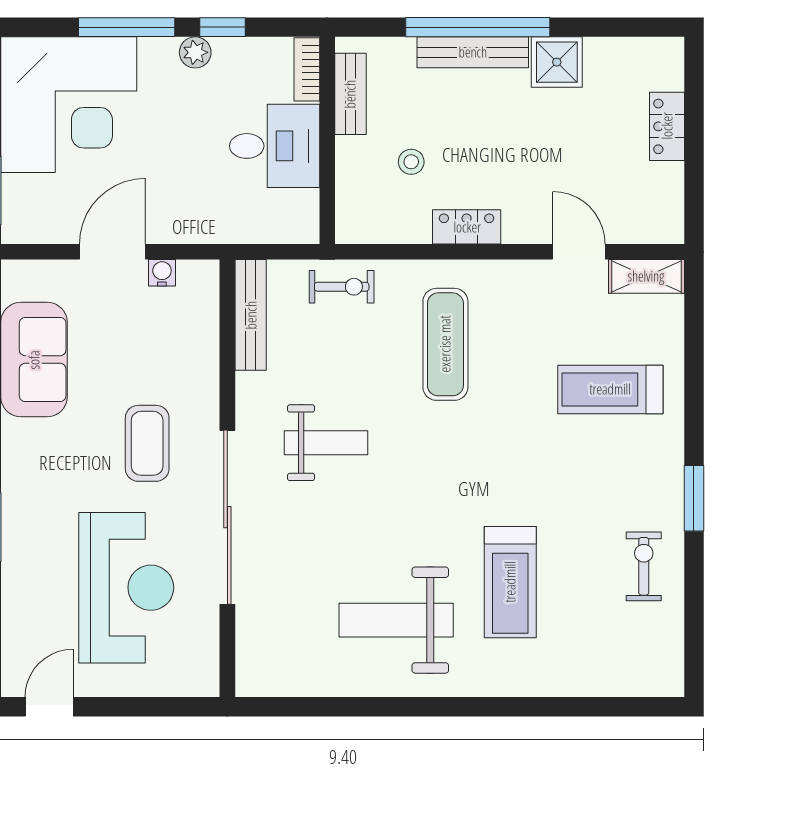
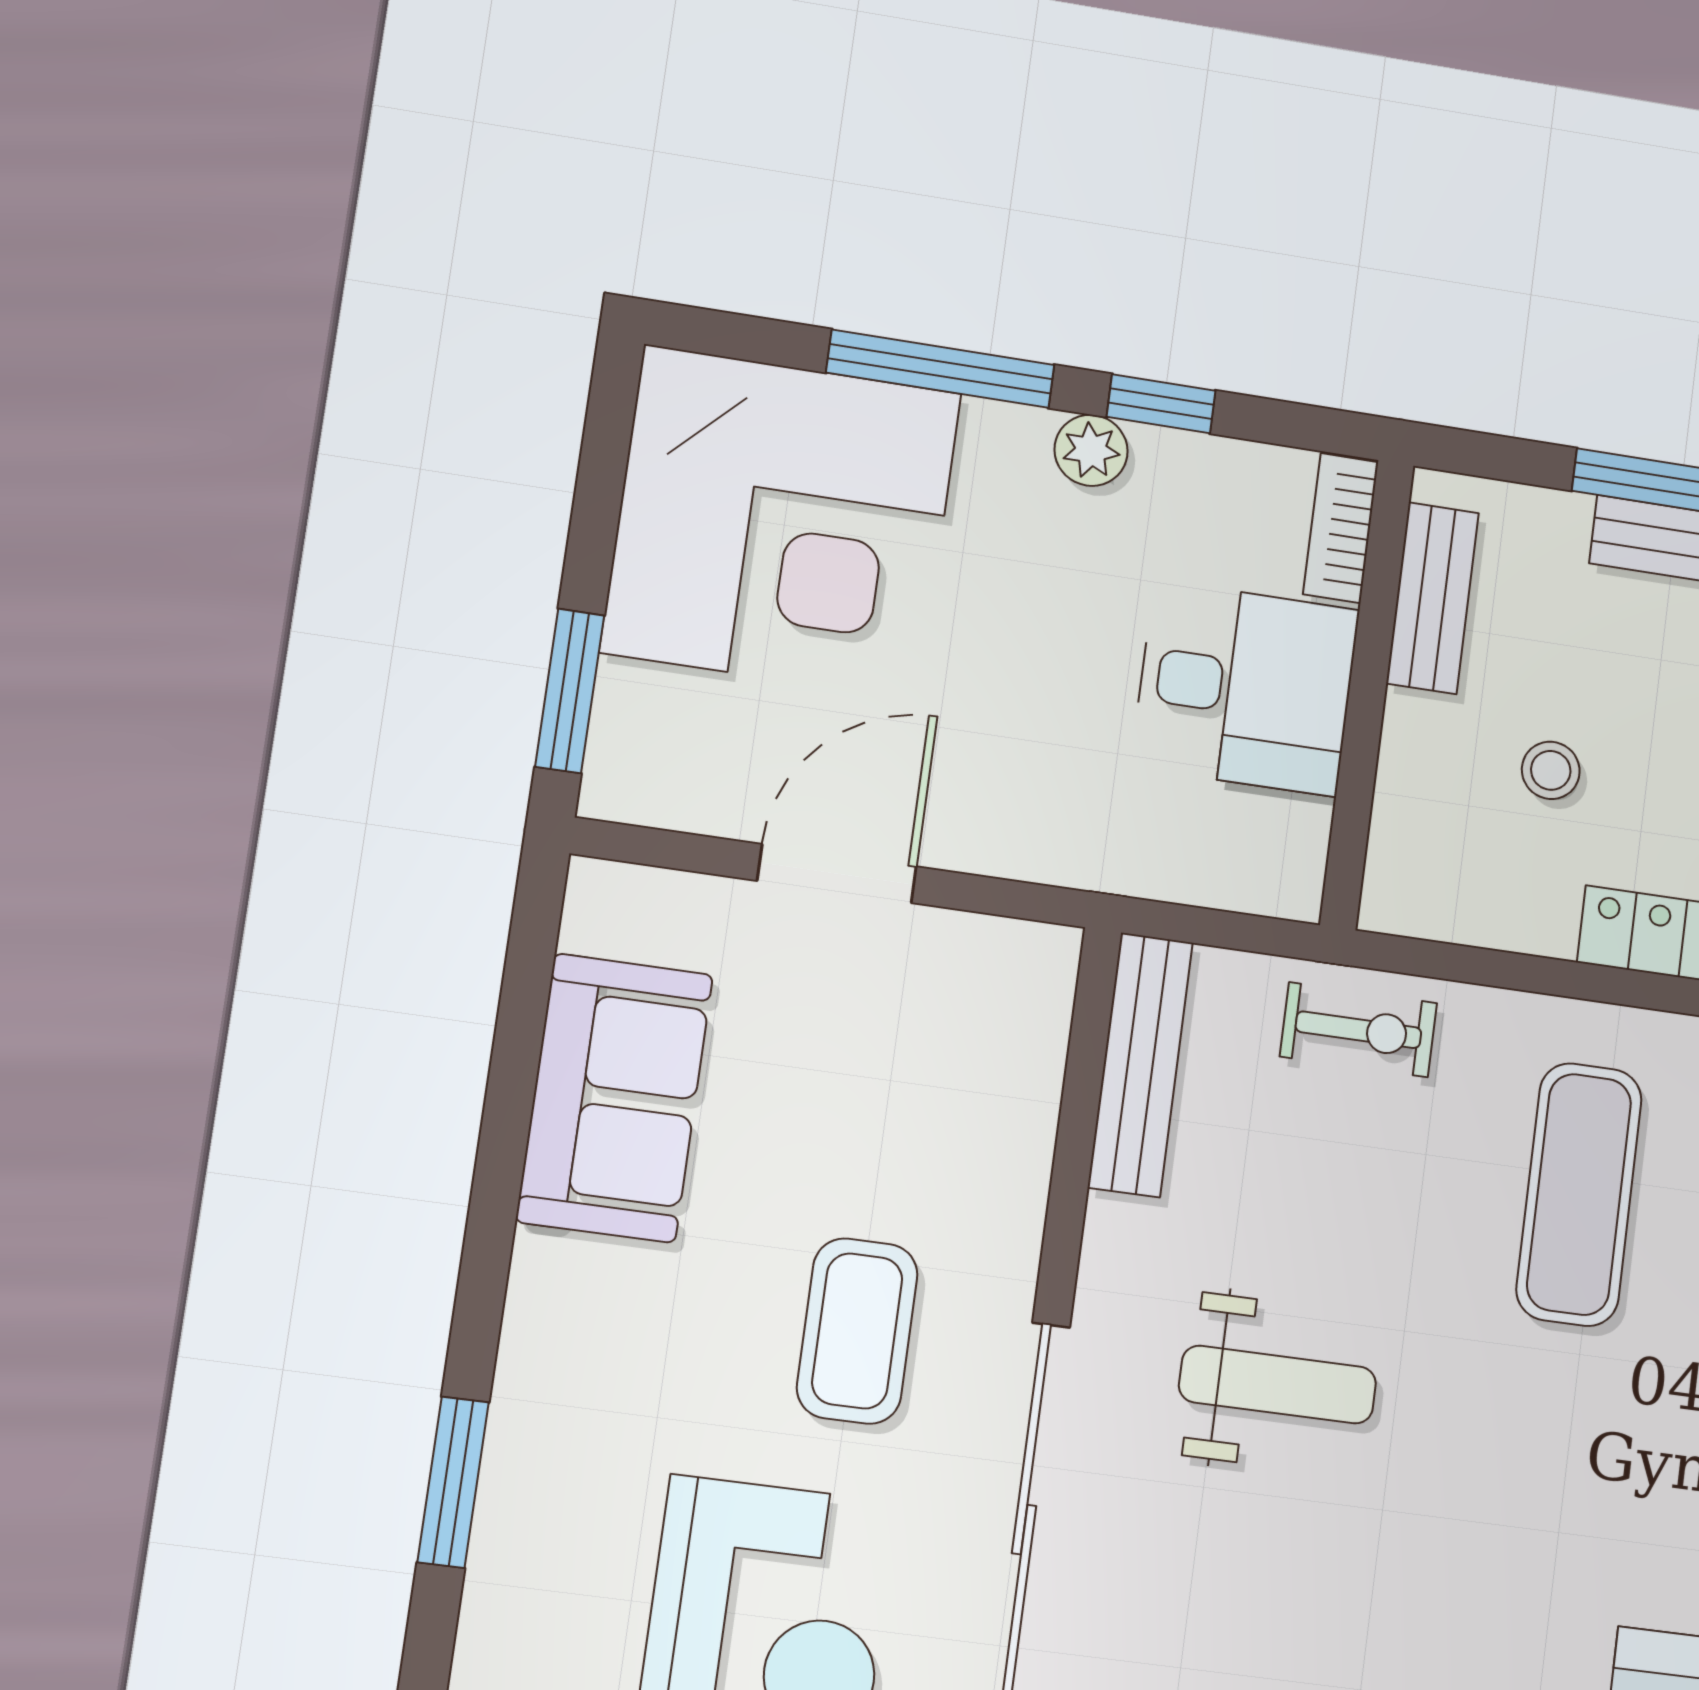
water cooler: (162, 273) -> (946, 939), removed

